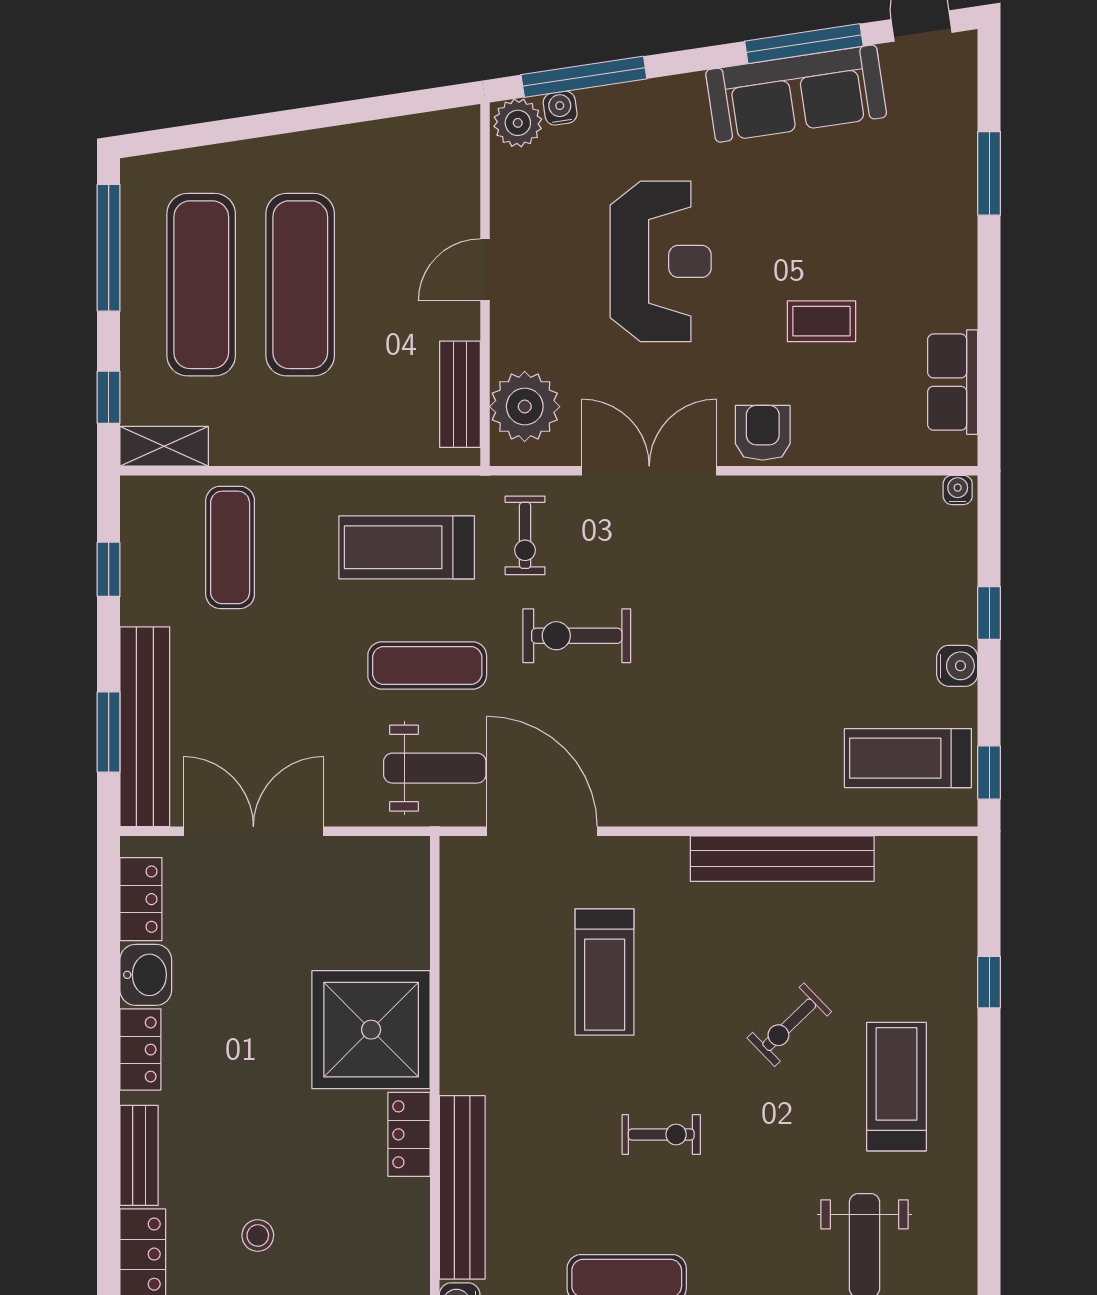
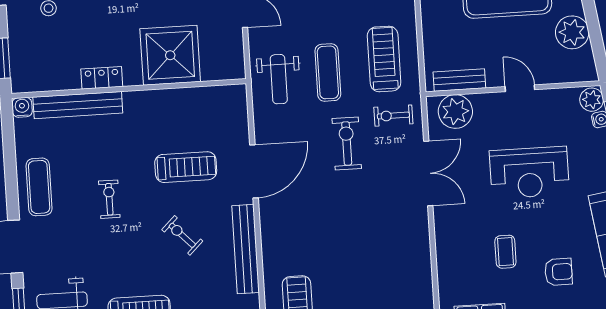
plant: (376, 154) -> (572, 32), added
armchair: (763, 433) -> (559, 272), moved
door: (542, 831) -> (254, 171), moved
treadmill: (605, 972) -> (186, 167), turned 180
exercise bike: (789, 1025) -> (182, 235), moved
shower: (371, 1030) -> (170, 55), moved
exercise bike: (661, 1135) -> (109, 199), turned 180

